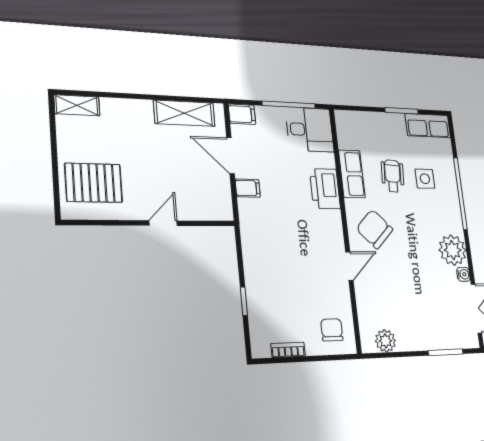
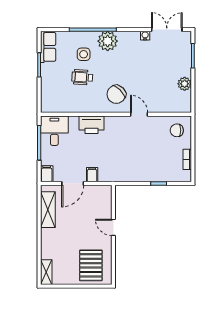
row of seats: (352, 174) -> (82, 105), removed
plant: (453, 250) -> (108, 41), moved
plant: (386, 341) -> (185, 84), moved

